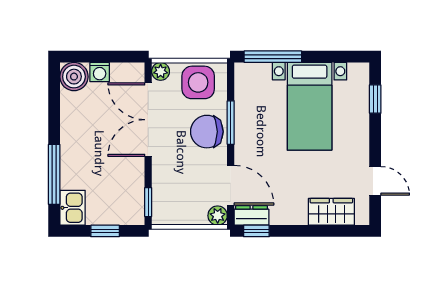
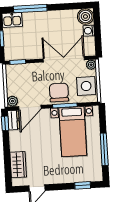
window: (273, 57) -> (104, 149), moved
bed with nightstands: (310, 106) -> (73, 132), moved, turned -90

